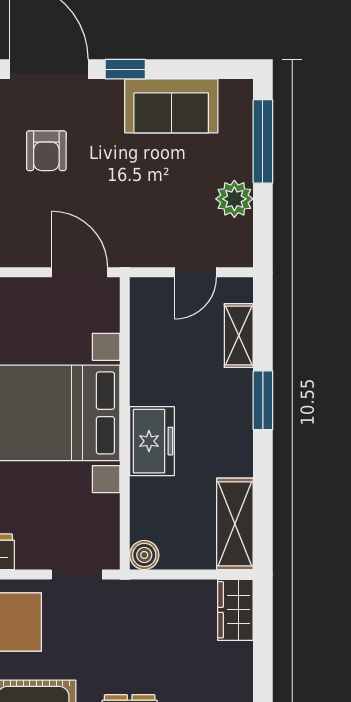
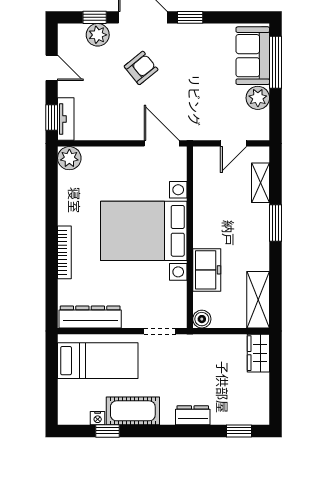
sofa: (171, 106) -> (253, 56), moved, turned 90
armchair: (46, 151) -> (141, 68), turned -129
freezer: (152, 441) -> (207, 270), moved

